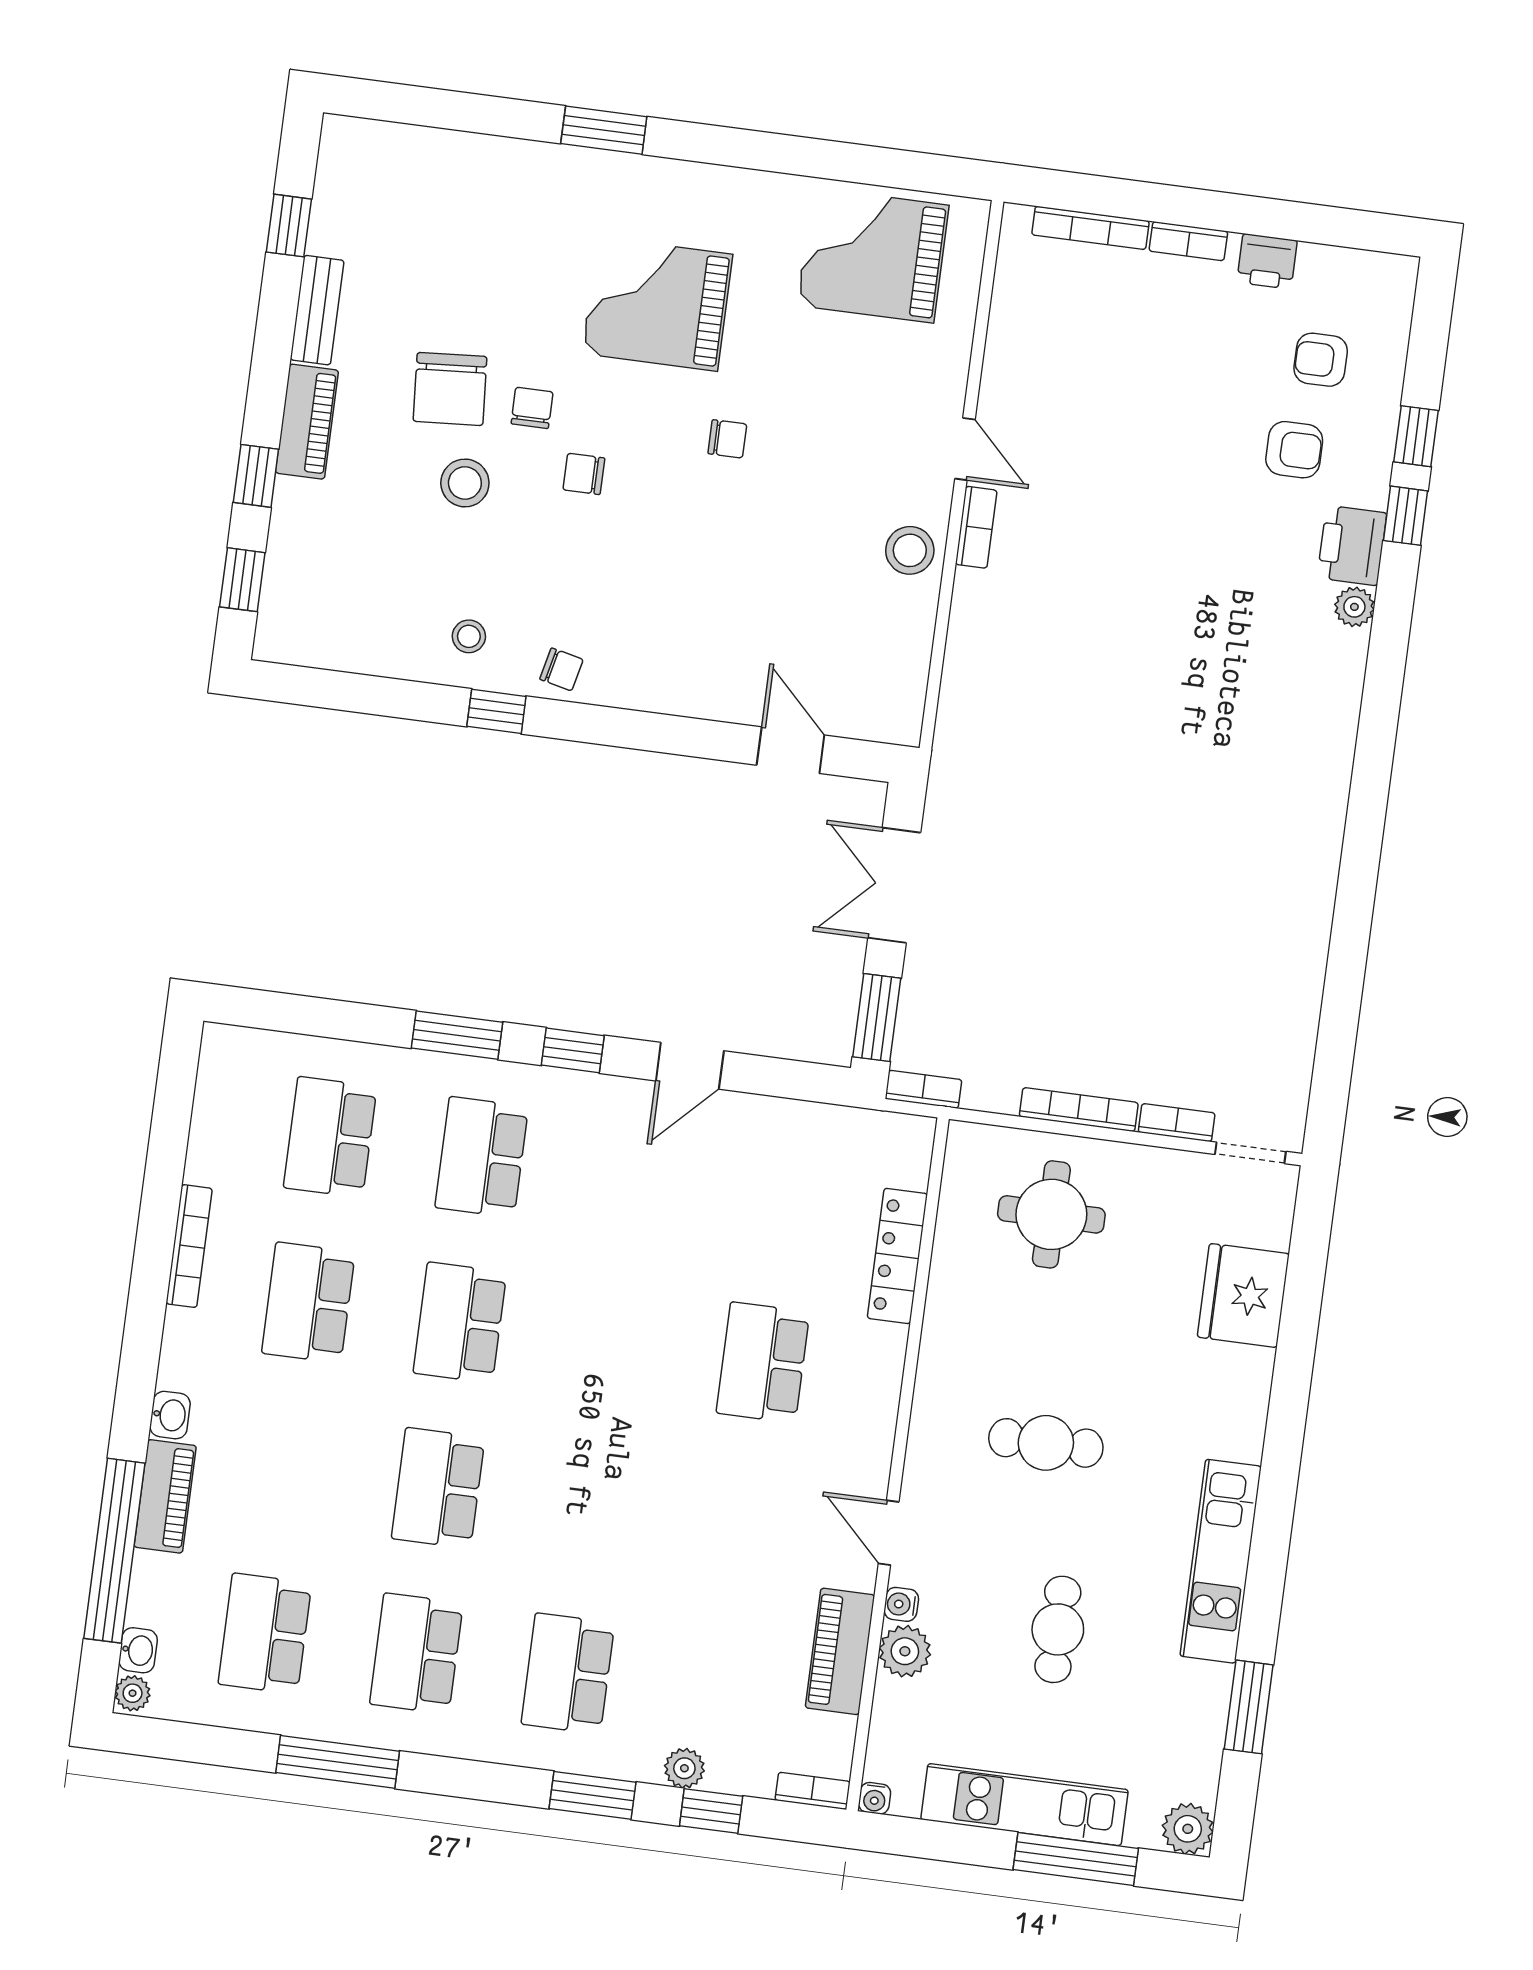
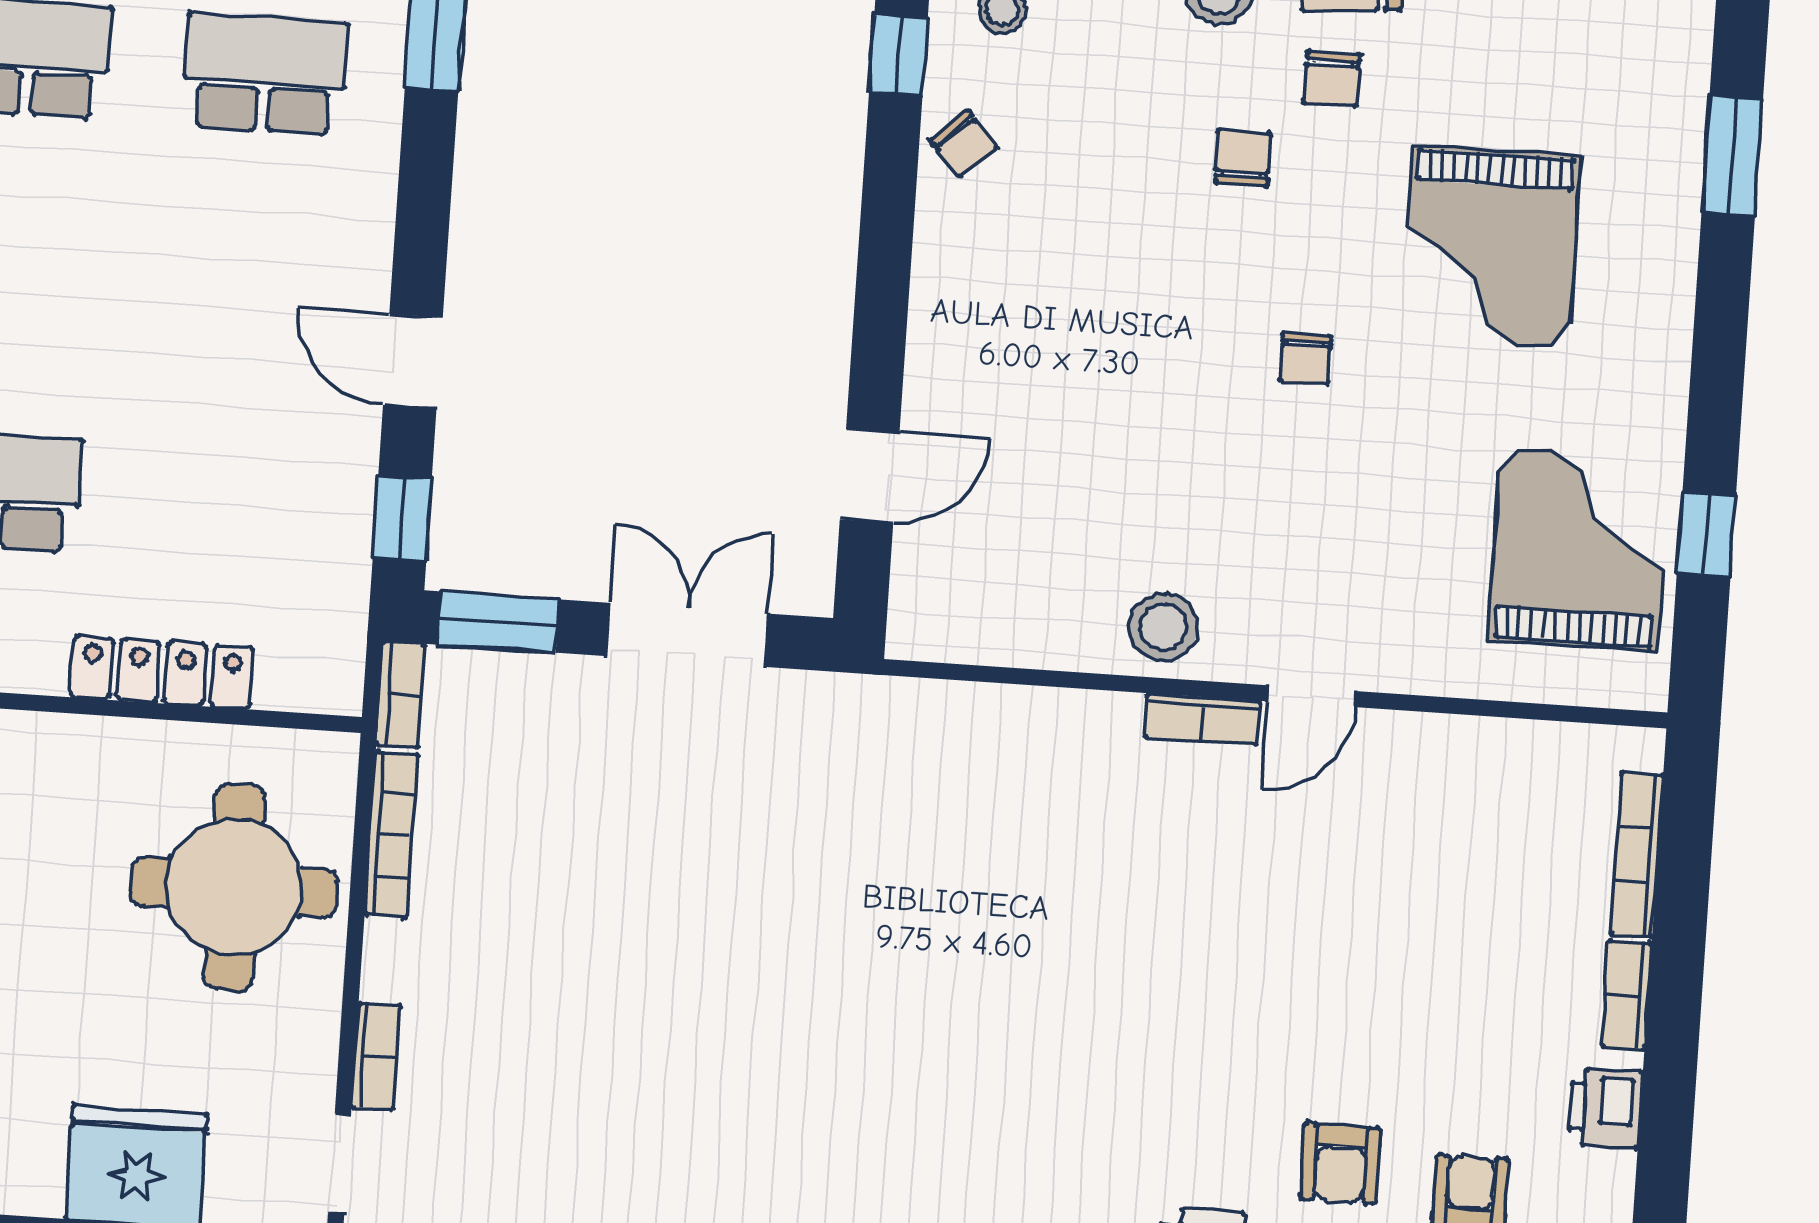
window: (868, 165) -> (1706, 534), added
grand piano: (657, 304) -> (1491, 247), turned 180
chair: (532, 408) -> (1332, 79), turned 90
chair: (561, 669) -> (964, 144), turned -55
window: (573, 1050) -> (402, 518), moved
bookcase: (1079, 1110) -> (391, 835), moved
round table: (1051, 1214) -> (234, 887), width x1.36, depth x1.36

